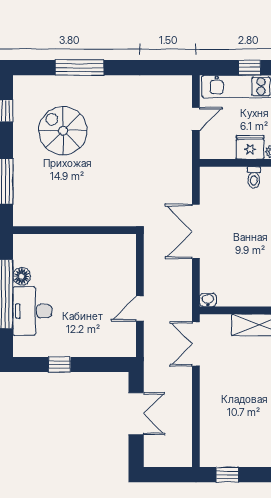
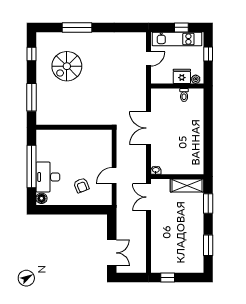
spiral stairs: (63, 131) -> (67, 66), turned -90
floor lamp: (22, 276) -> (42, 198), moved
armchair: (87, 325) -> (81, 185), added
window: (59, 365) -> (65, 210), removed
double door: (136, 414) -> (112, 253), moved

